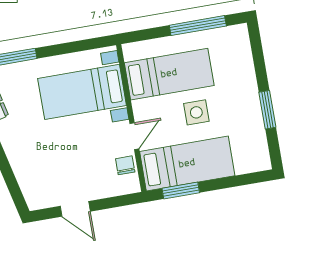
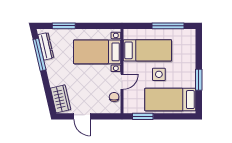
bed: (187, 164) -> (170, 100), moved, turned 180
wardrobe: (33, 185) -> (61, 99), added

